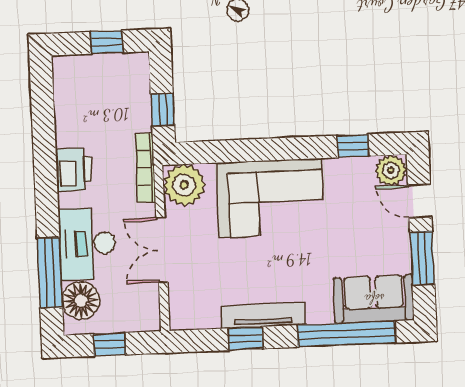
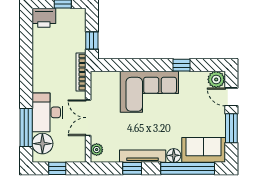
window: (353, 146) -> (182, 65), moved
printer: (74, 169) -> (44, 18), moved, turned 90
plant: (184, 185) -> (97, 150), moved, width x0.53, depth x0.53
floor lamp: (320, 312) -> (174, 155), added

